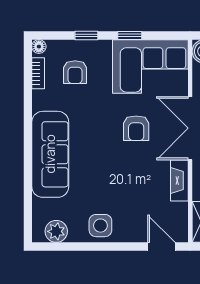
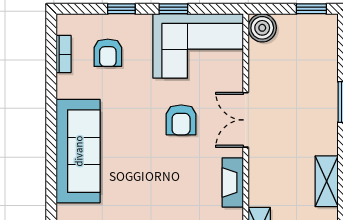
floor lamp: (39, 47) -> (65, 22), removed
double door: (190, 128) -> (246, 120), width x0.73

